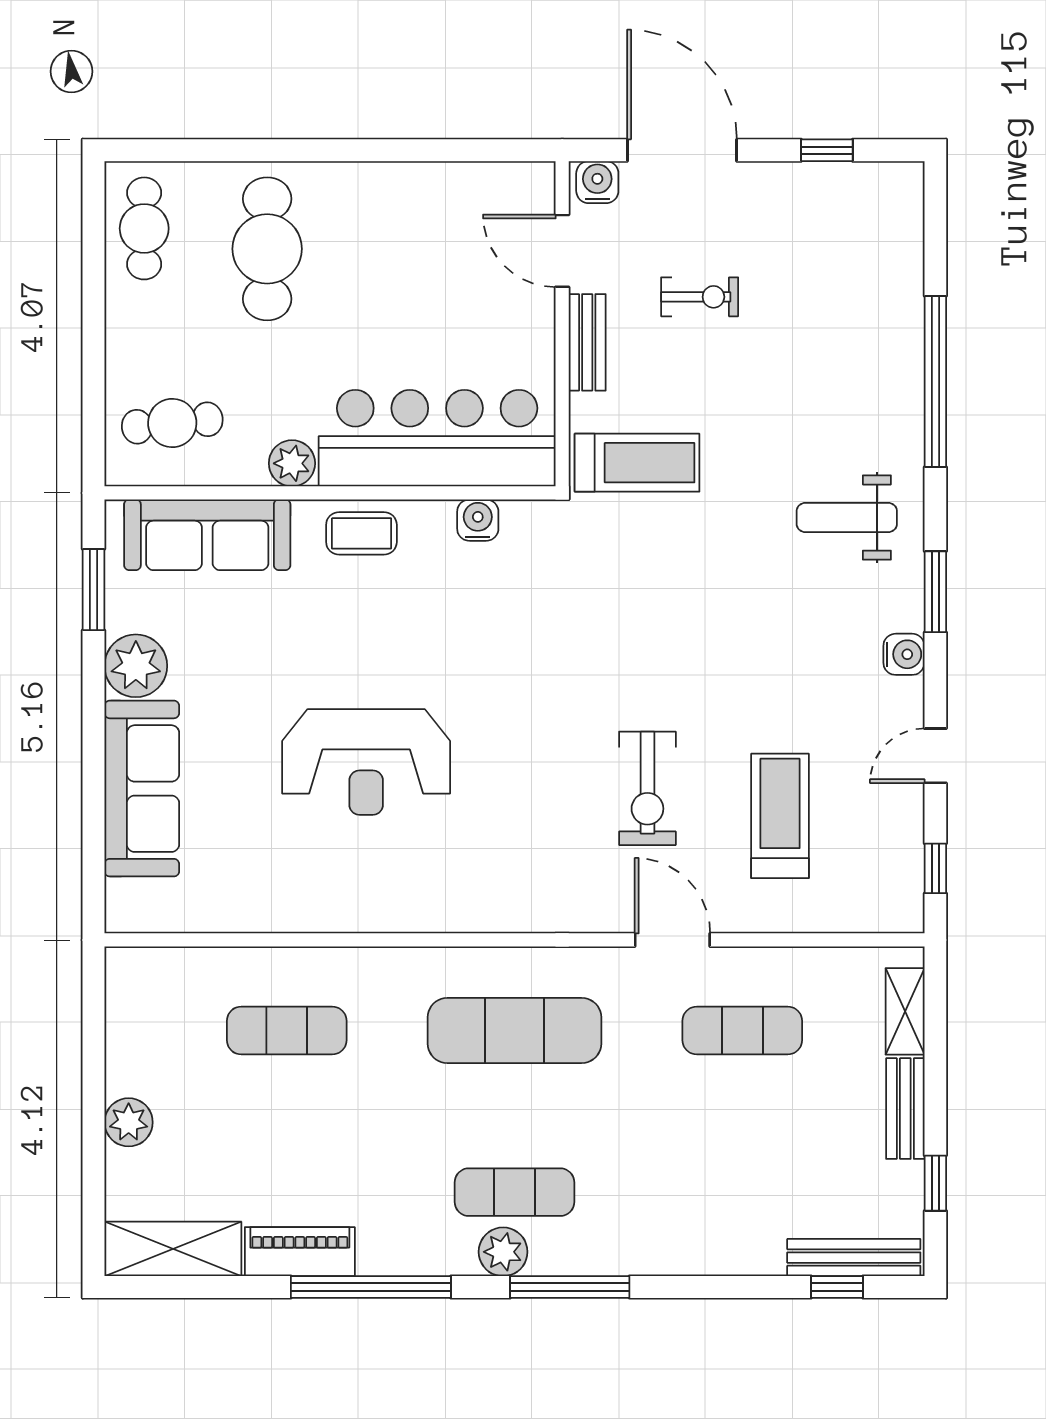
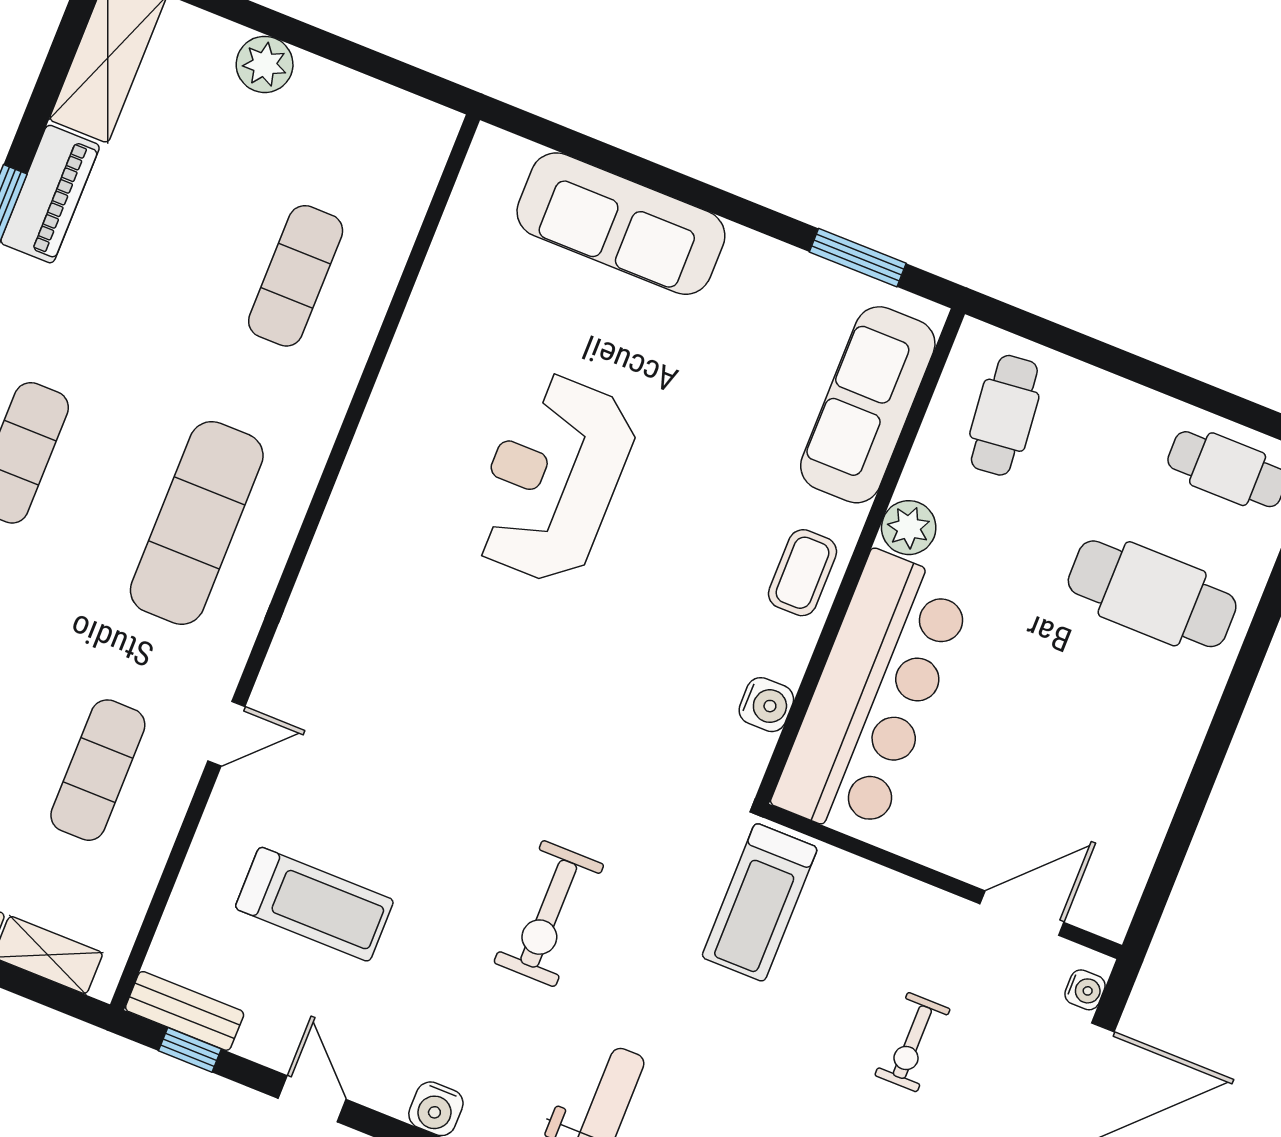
water cooler: (597, 182) -> (1085, 990), width x0.72, depth x0.72
bench: (587, 342) -> (185, 1011), moved
plant: (136, 666) -> (757, 270), removed
exercise bike: (647, 788) -> (549, 914), moved, turned -90
door: (672, 940) -> (226, 734), width x0.73

